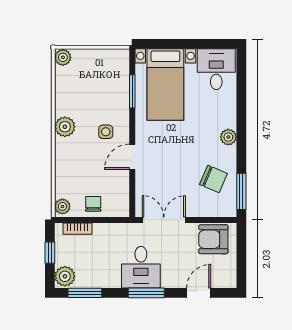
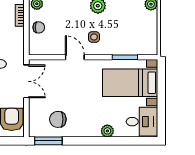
plant: (228, 137) -> (107, 131), moved
chair: (213, 179) -> (58, 119), turned 67

